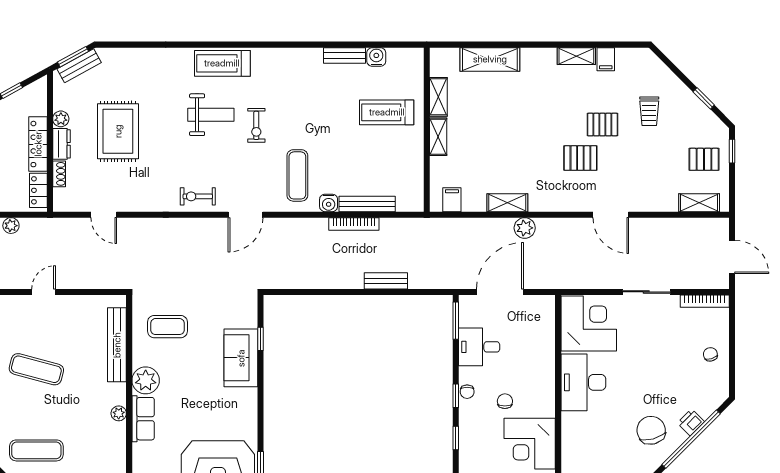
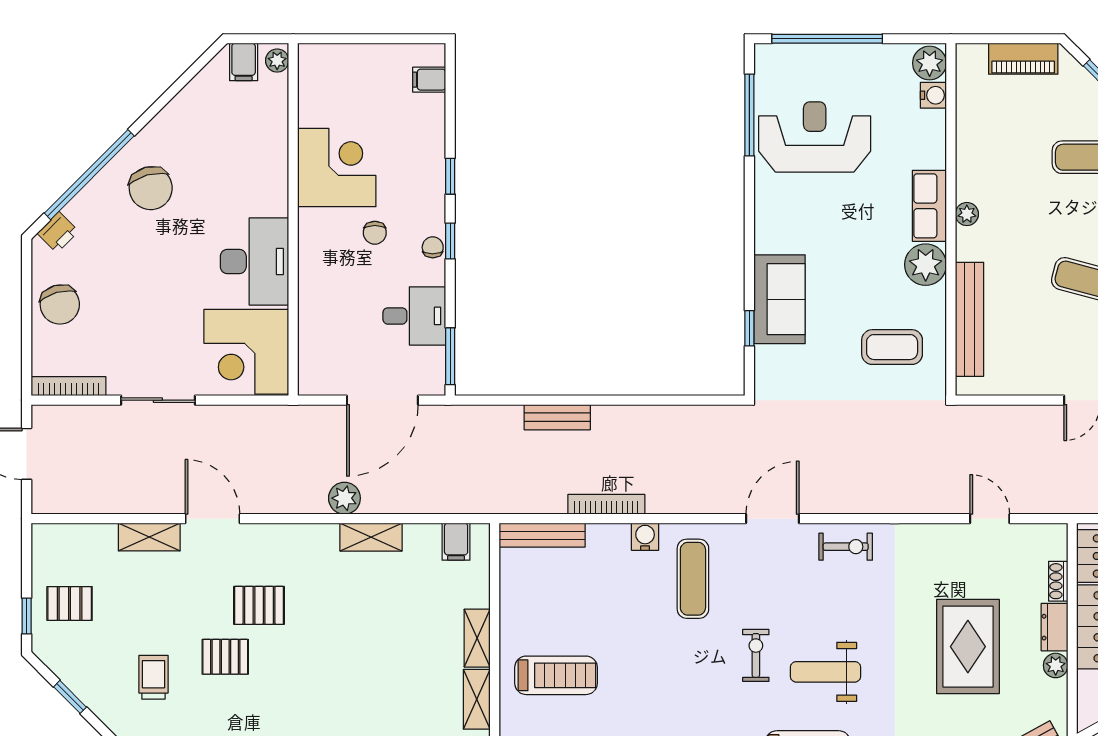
shelving: (699, 203) -> (149, 537), moved
bench: (367, 204) -> (542, 535), moved
chair: (710, 354) -> (60, 304), width x1.87, depth x1.87
printer: (691, 422) -> (58, 232), moved

